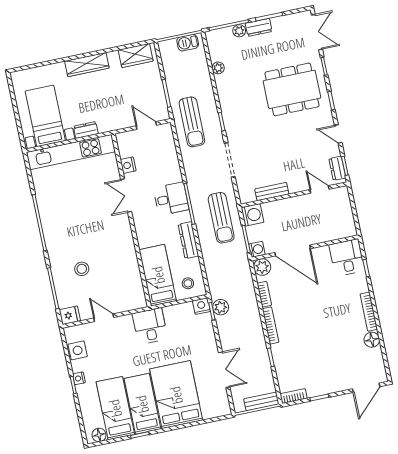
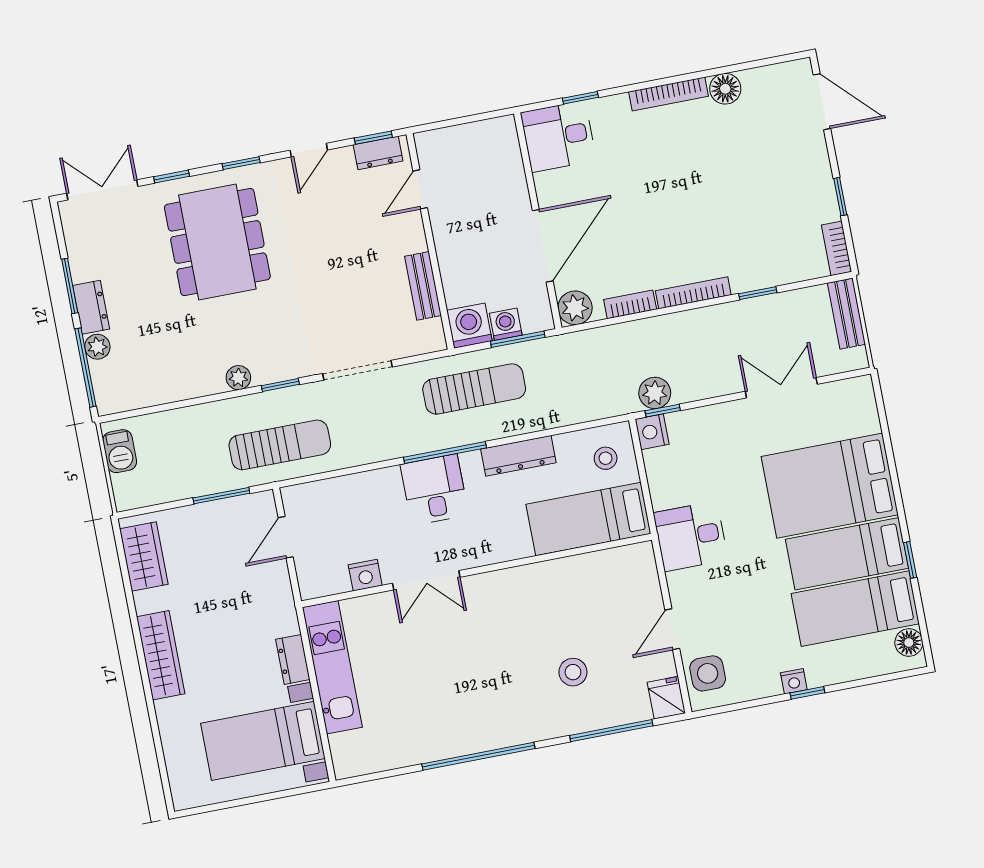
plant: (218, 68) -> (238, 378), moved
kitchen unit: (71, 152) -> (332, 667), width x0.73
washing machine: (257, 249) -> (506, 324), moved
side table: (78, 350) -> (708, 673), moved

